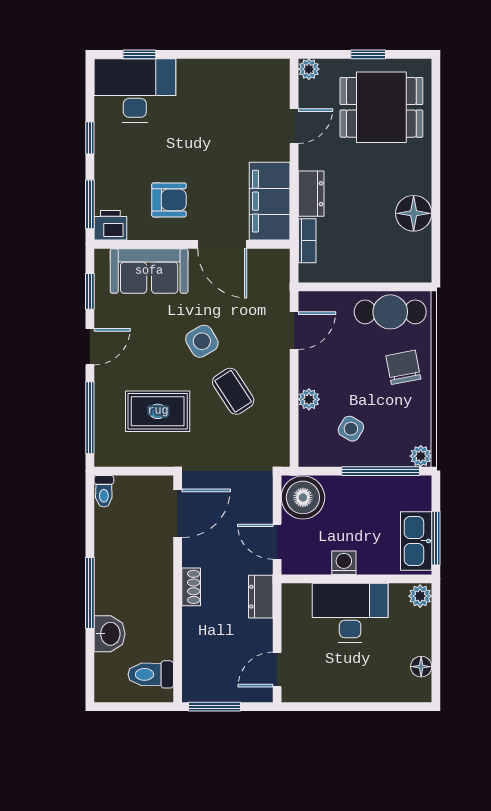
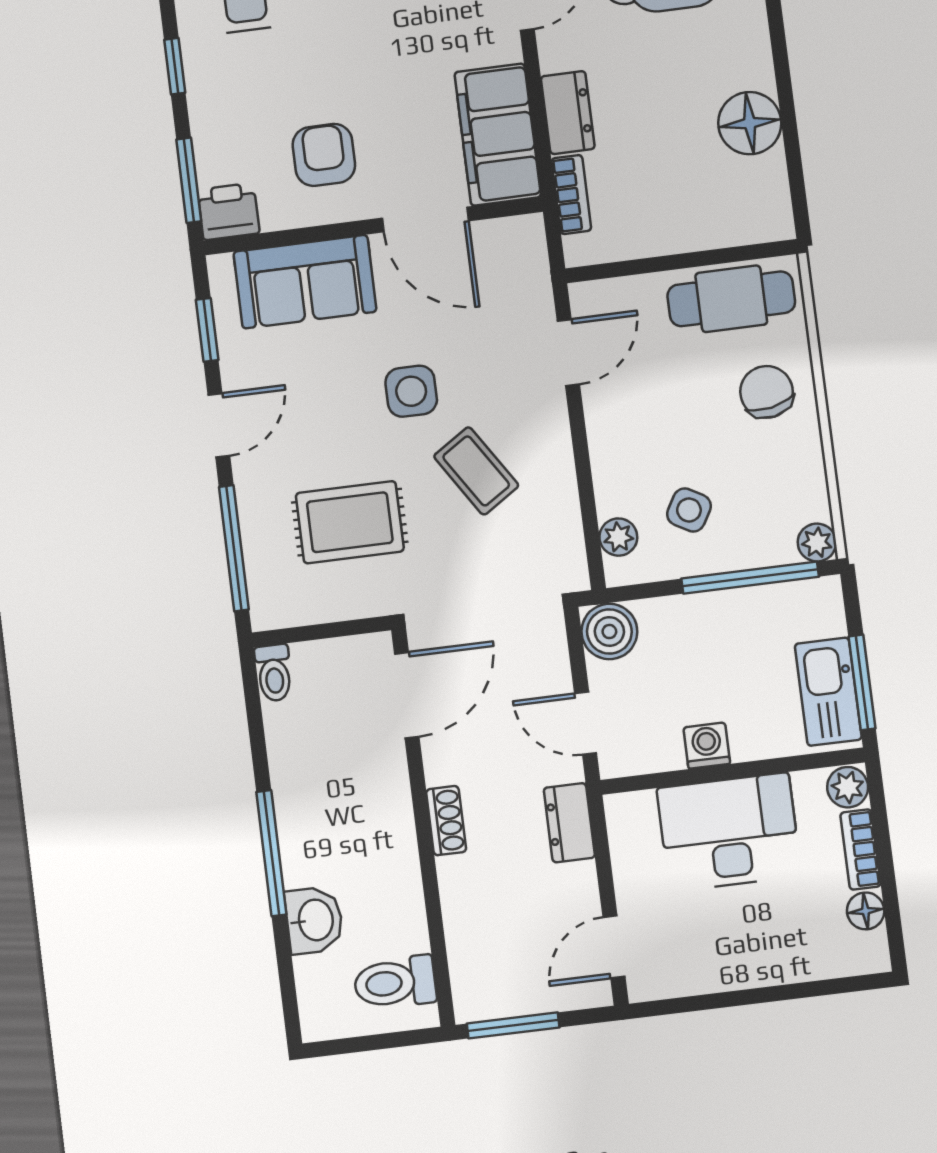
armchair: (169, 200) -> (324, 155), turned -90
side table: (202, 341) -> (411, 391), turned 30
plant: (309, 399) -> (618, 537), moved
boiler: (303, 497) -> (609, 632), width x0.73, depth x0.73
bookcase: (423, 632) -> (861, 849), added

